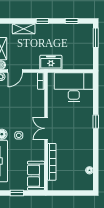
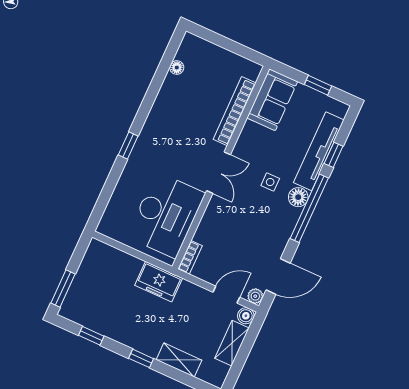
desk: (74, 87) -> (166, 215), moved, turned -90

